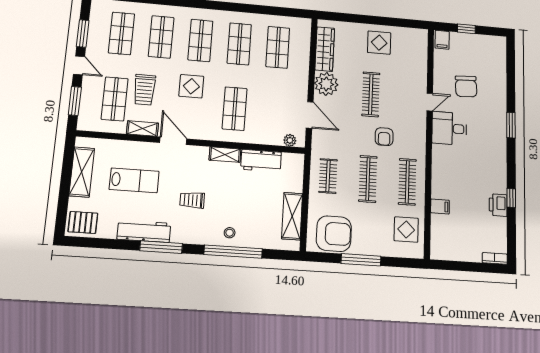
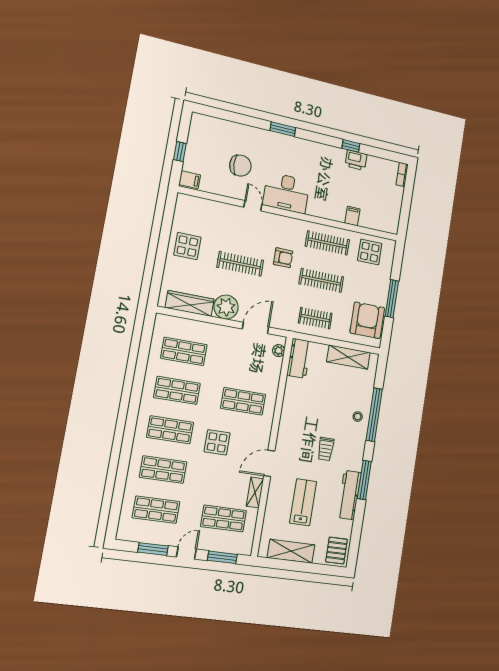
trolley: (144, 90) -> (217, 489), removed
desk: (449, 128) -> (286, 193), width x1.37
shelving: (225, 155) -> (287, 415), removed
workbench: (261, 161) -> (299, 358), moved

